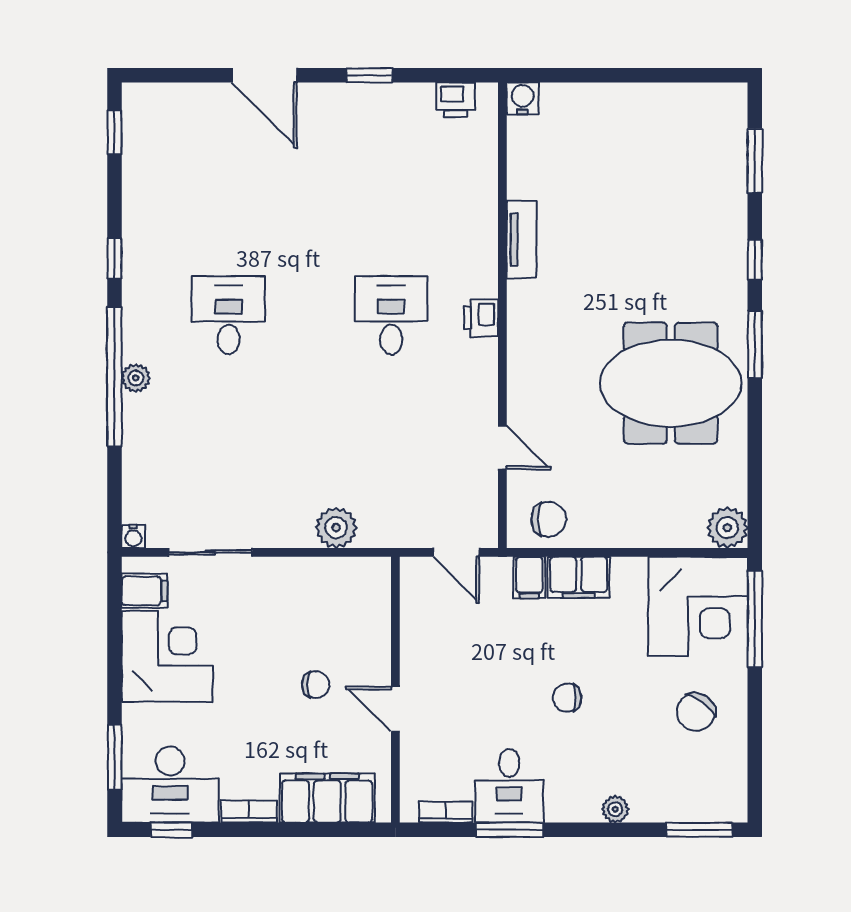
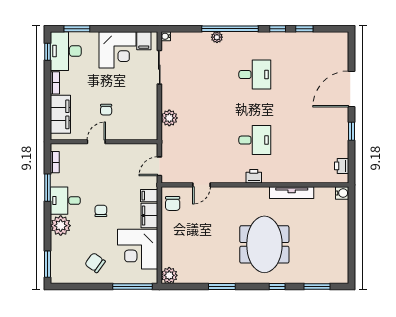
door: (264, 75) -> (351, 89), width x1.36
window: (114, 132) -> (304, 29), moved
tv unit: (522, 240) -> (292, 193), width x1.41
window: (755, 344) -> (222, 286), moved
plant: (136, 378) -> (217, 37), moved
meeting table: (671, 383) -> (264, 244), moved
corner desk: (698, 606) -> (138, 249), moved
desk: (509, 786) -> (65, 201), moved
plant: (615, 809) -> (61, 226), width x1.88, depth x1.88

